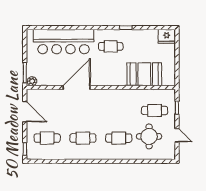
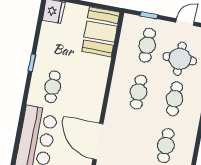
booth: (144, 74) -> (101, 32), moved
cafe table: (119, 111) -> (139, 92), added

